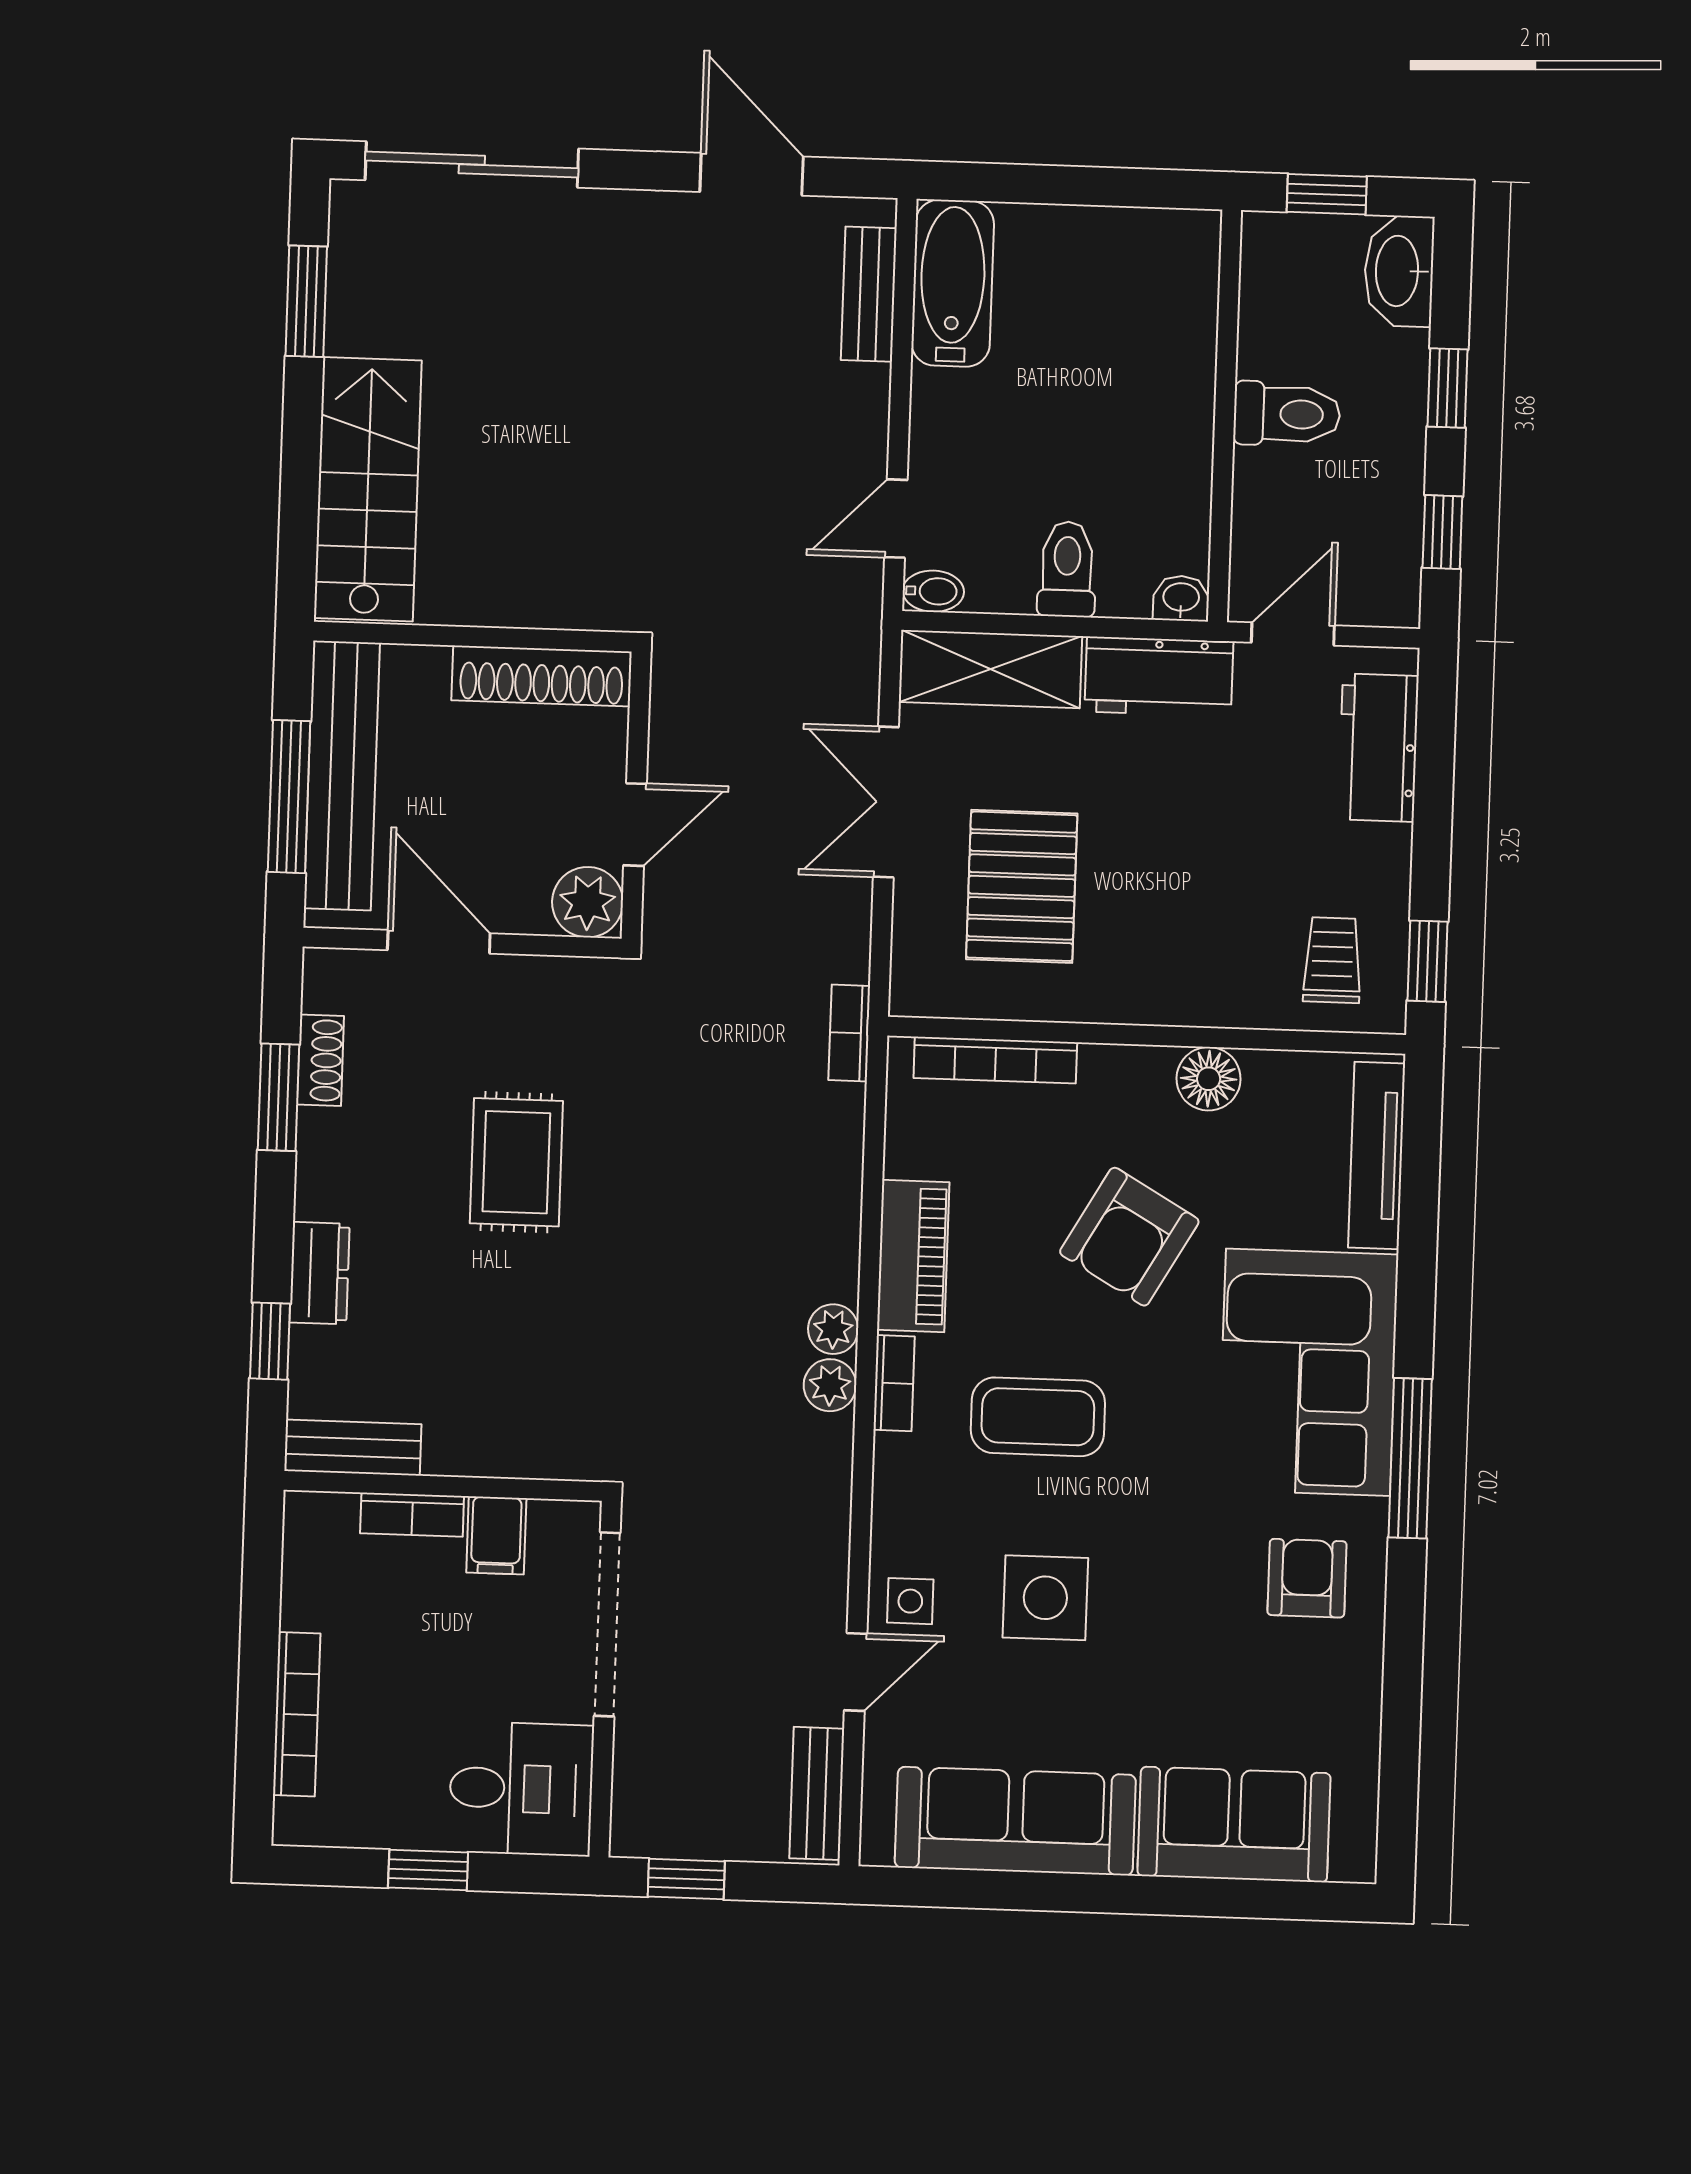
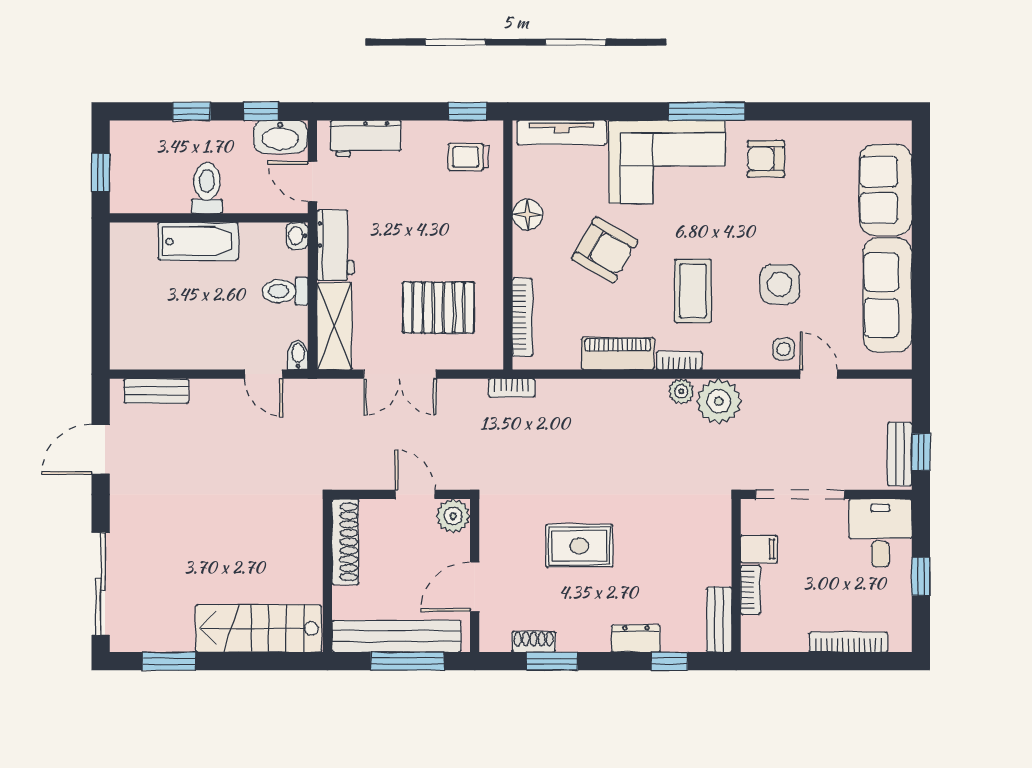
washbasin: (1399, 271) -> (280, 137), moved
bathtub: (953, 283) -> (198, 241), moved, turned 180
plant: (833, 1329) -> (719, 401), moved, width x1.88, depth x1.88
bench: (817, 1793) -> (900, 454), moved, turned 90

